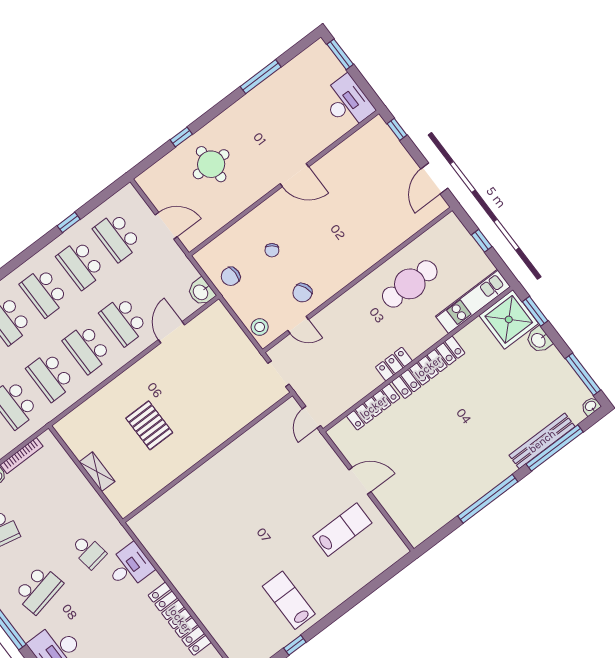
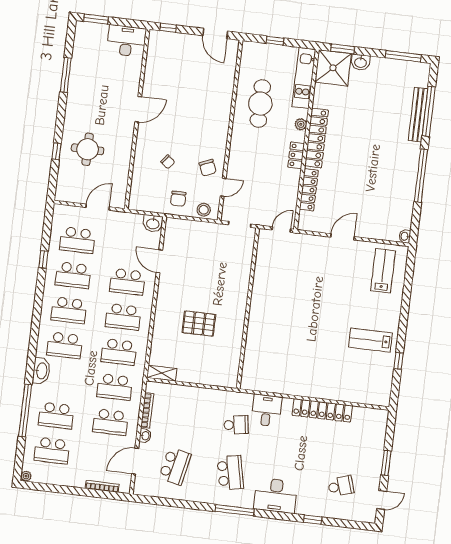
chair: (231, 276) -> (178, 199), moved
plant: (427, 340) -> (301, 124), added
washbasin: (591, 406) -> (405, 236), moved
door: (312, 417) -> (281, 229), swing flipped
shelving: (97, 472) -> (162, 373), moved
lab bench: (342, 530) -> (383, 271), moved

